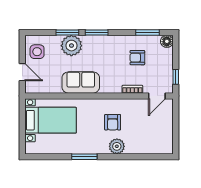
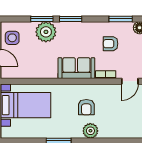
sofa: (81, 82) -> (76, 68), moved

